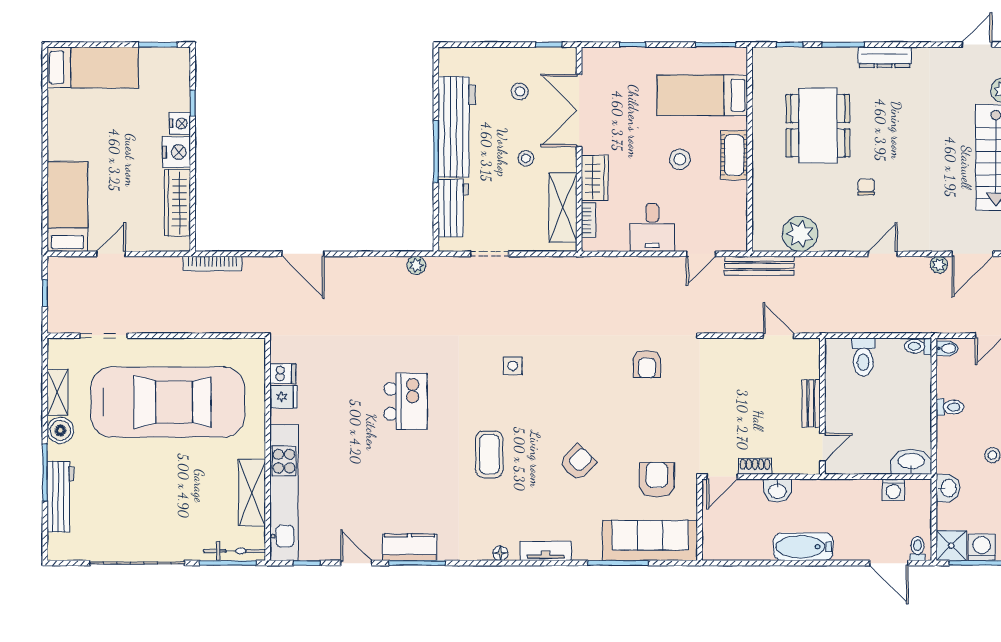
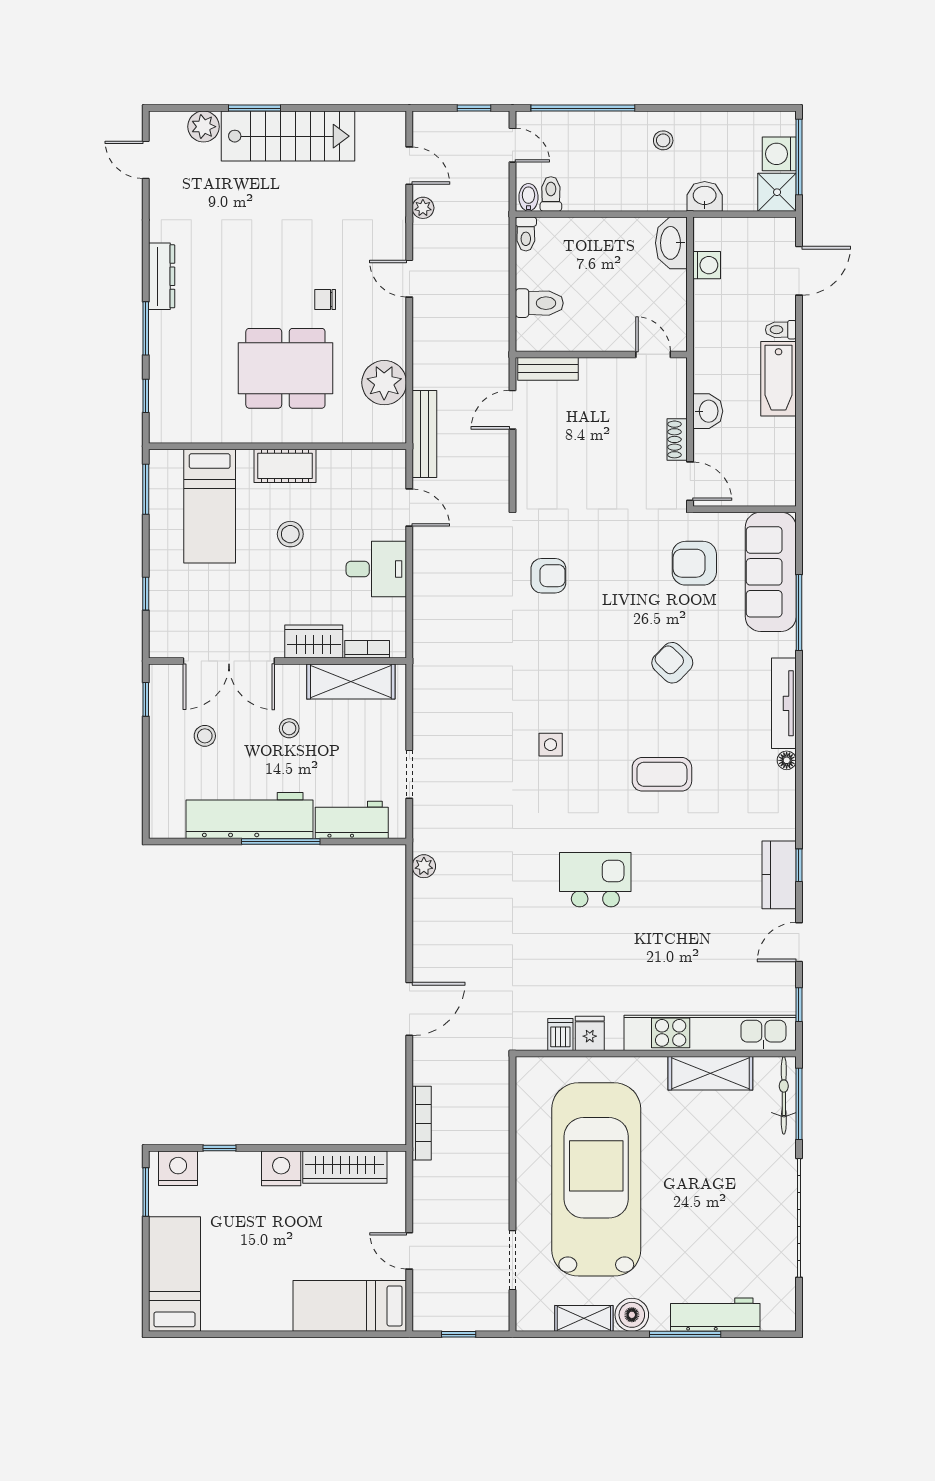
nightstand: (180, 123) -> (178, 1168), moved, width x1.36, depth x1.33
dining table: (818, 126) -> (285, 368), moved
door: (972, 254) -> (409, 166), width x0.73
bench: (811, 403) -> (548, 369), moved
toilet: (950, 407) -> (551, 194), moved
toilet: (917, 549) -> (781, 330), moved
tv unit: (546, 551) -> (784, 703), width x1.41
window: (417, 563) -> (799, 865), width x0.46

